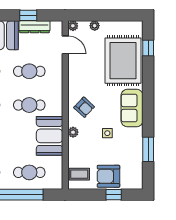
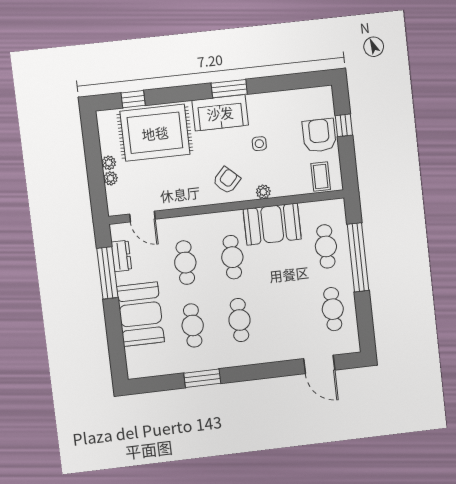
window: (28, 15) -> (107, 273), width x2.17
plant: (73, 26) -> (109, 163), moved
dresser: (34, 27) -> (121, 256), width x0.70
door: (65, 45) -> (142, 217), swing flipped
window: (148, 149) -> (229, 89), moved
armchair: (108, 176) -> (319, 135), turned 180

